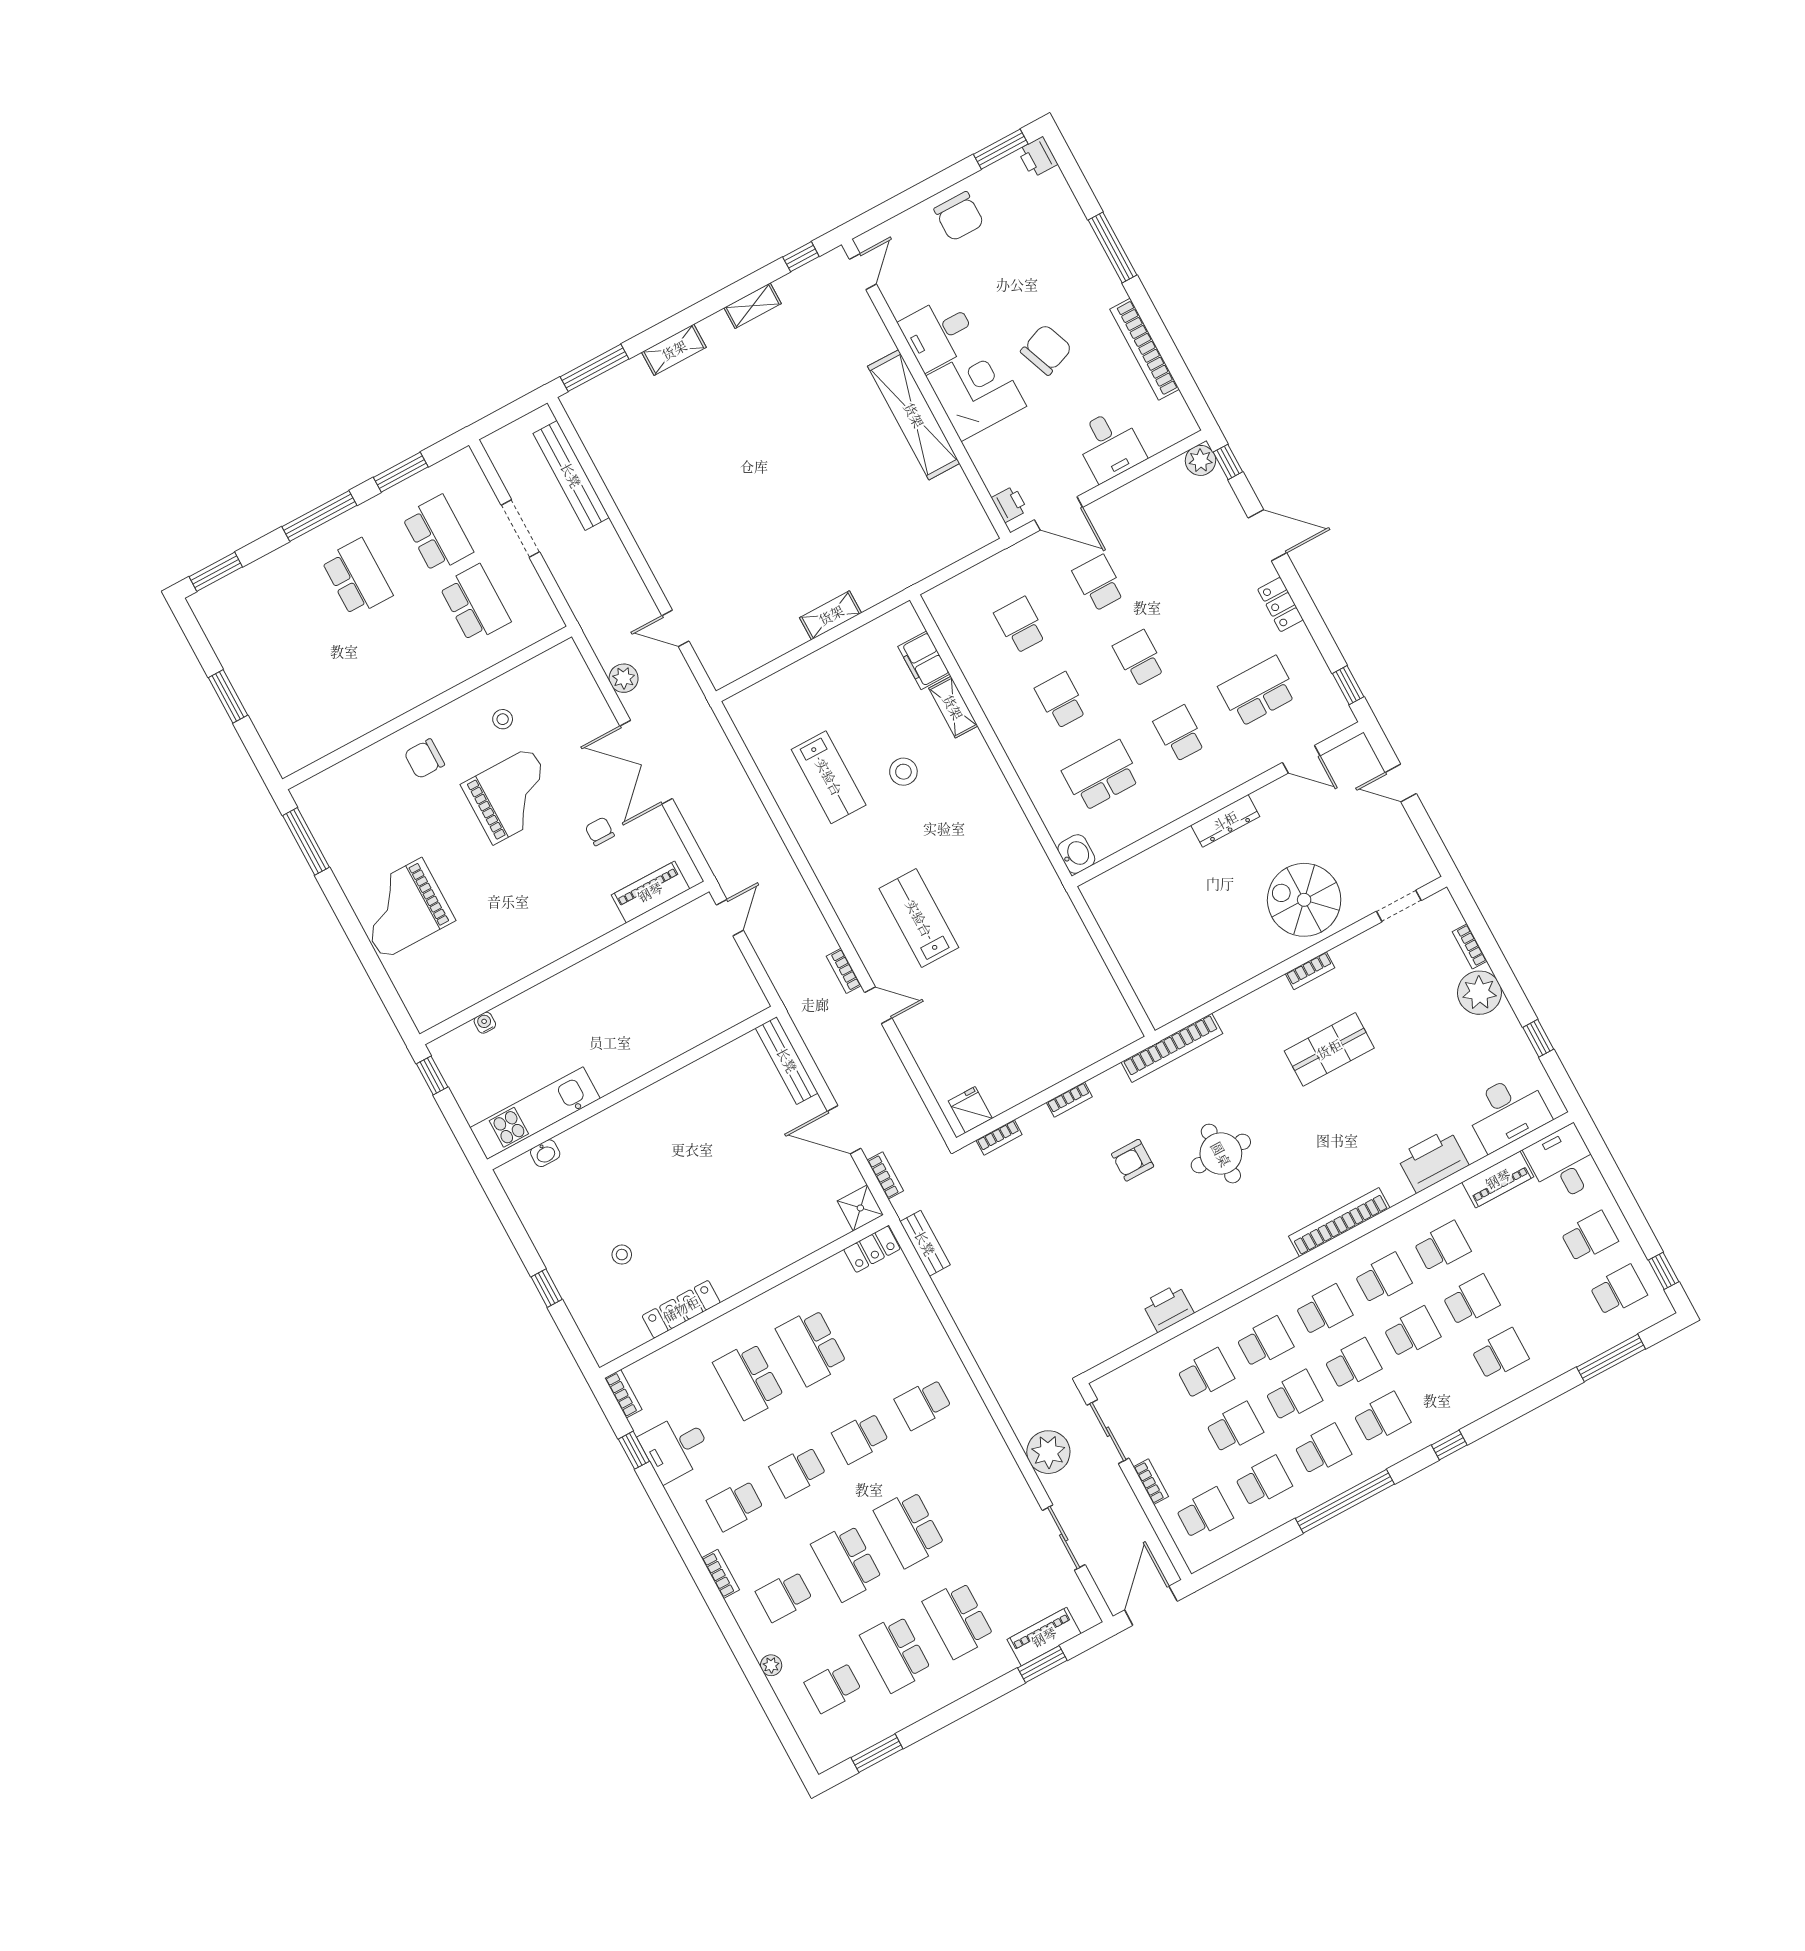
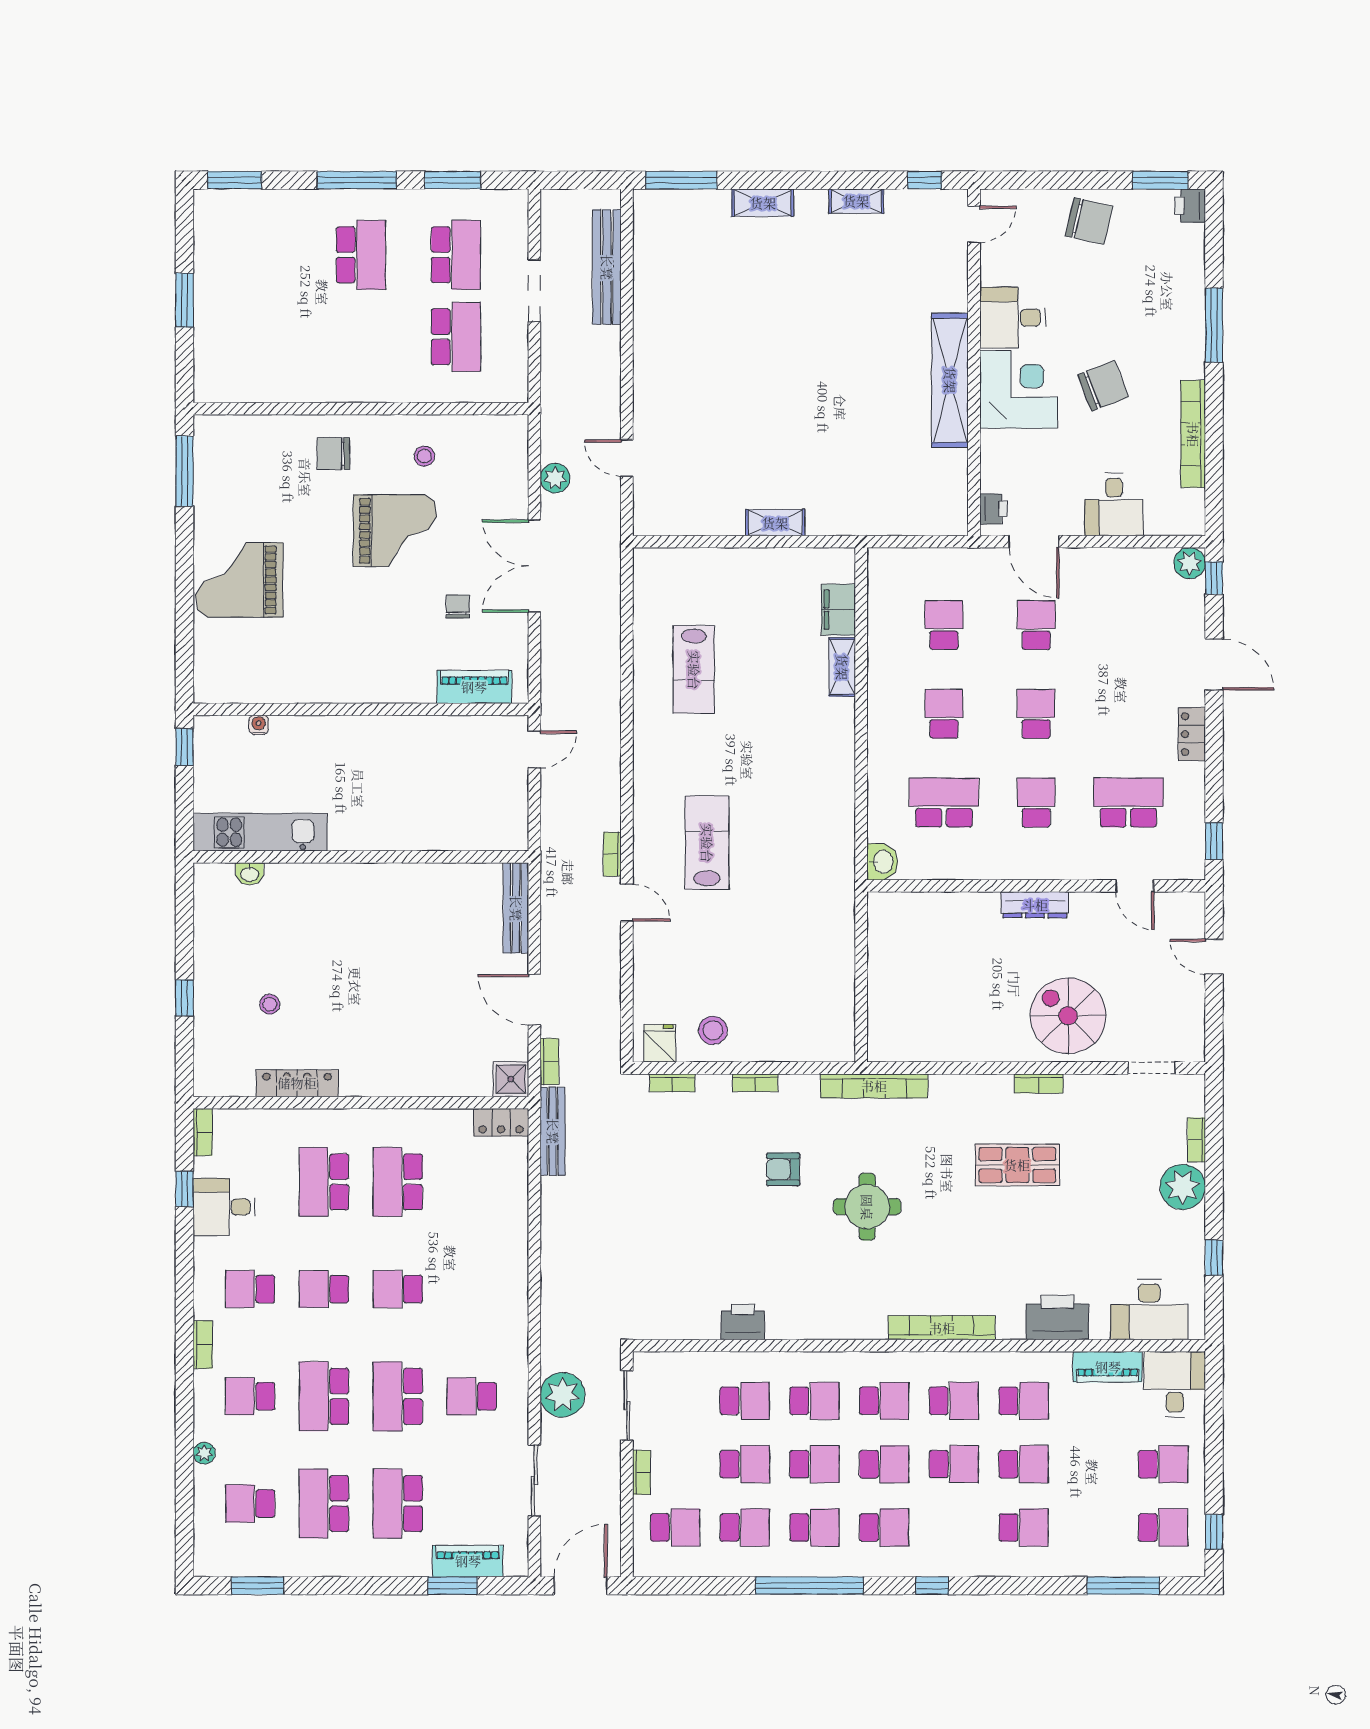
chair: (959, 216) -> (1089, 221), turned -77
stool: (903, 772) -> (713, 1030), moved
bench: (925, 1243) -> (553, 1131), width x1.36
school desk: (923, 1404) -> (472, 1396), moved

